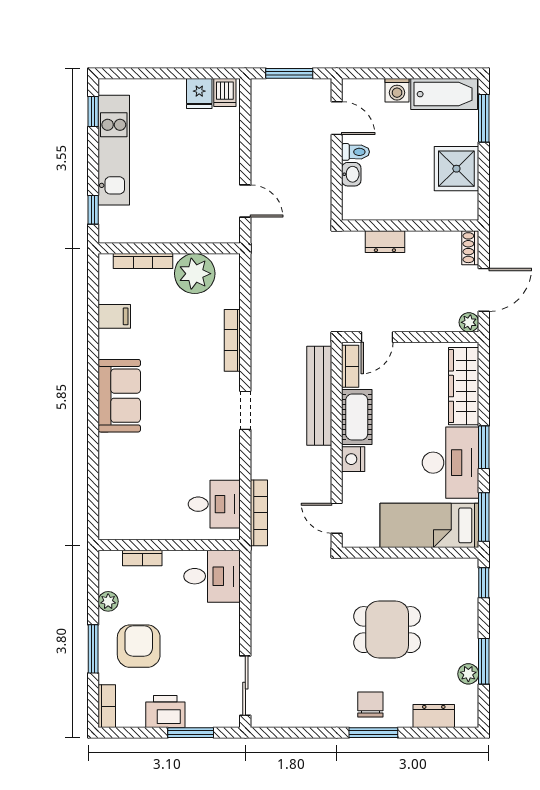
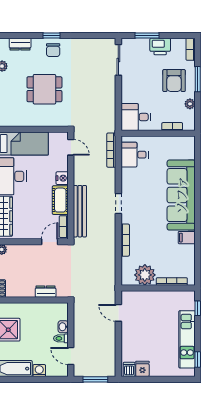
filing cabinet: (114, 316) -> (187, 238), moved
sofa: (119, 396) -> (181, 195), width x1.85, depth x1.27
window: (373, 733) -> (52, 35), width x0.67

